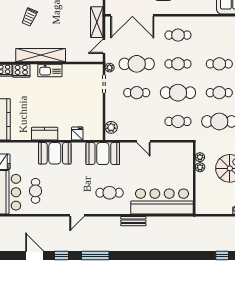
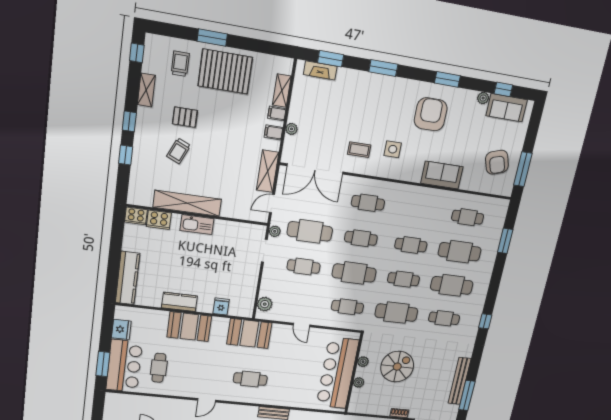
plant: (200, 157) -> (359, 382), moved
bar counter: (162, 201) -> (337, 373), moved, turned -90

